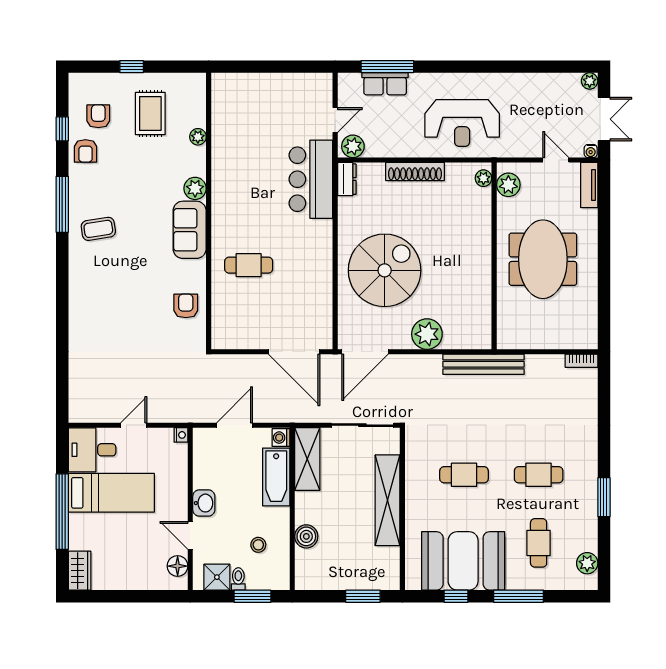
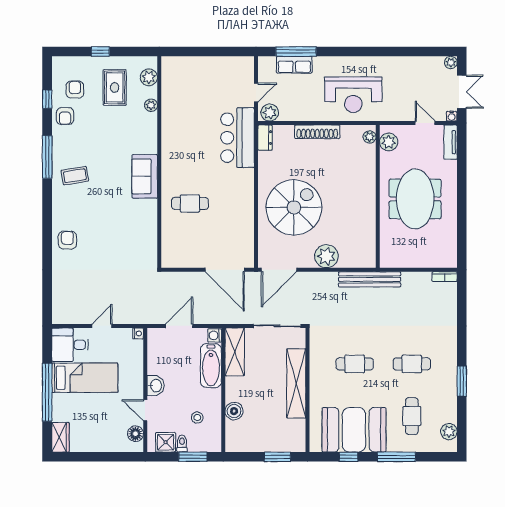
plant: (195, 188) -> (149, 77), moved
armchair: (186, 306) -> (67, 240), moved

